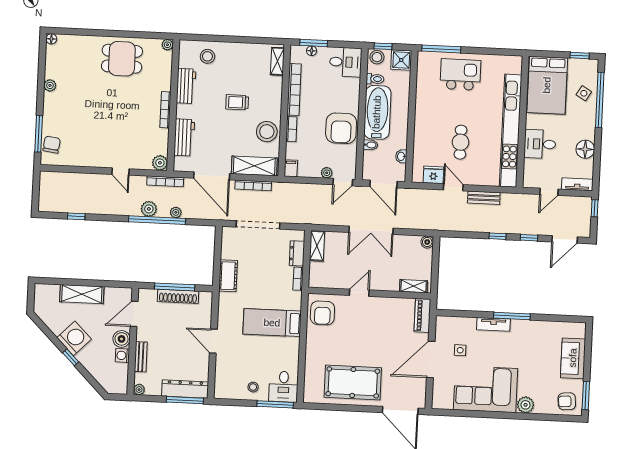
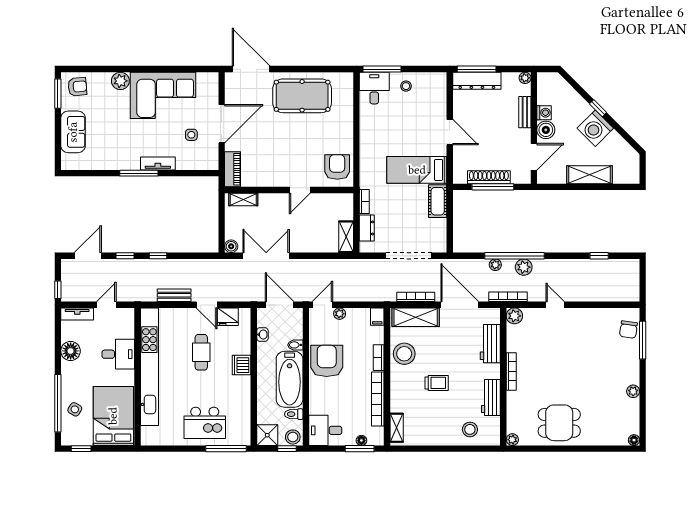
dishwasher: (423, 128) -> (241, 365), added
double door: (371, 230) -> (266, 256), moved
bed: (272, 323) -> (417, 170), moved, turned 180

